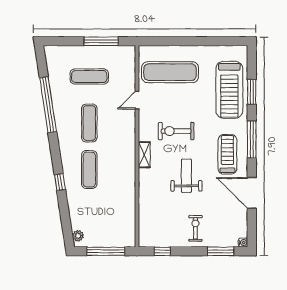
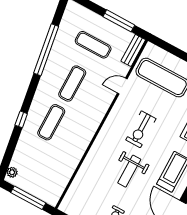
bench: (129, 62) -> (133, 50), added
exercise bike: (176, 131) -> (141, 129), turned -90
shelving: (144, 155) -> (104, 135), removed
weight bench: (186, 176) -> (129, 171), turned 180

